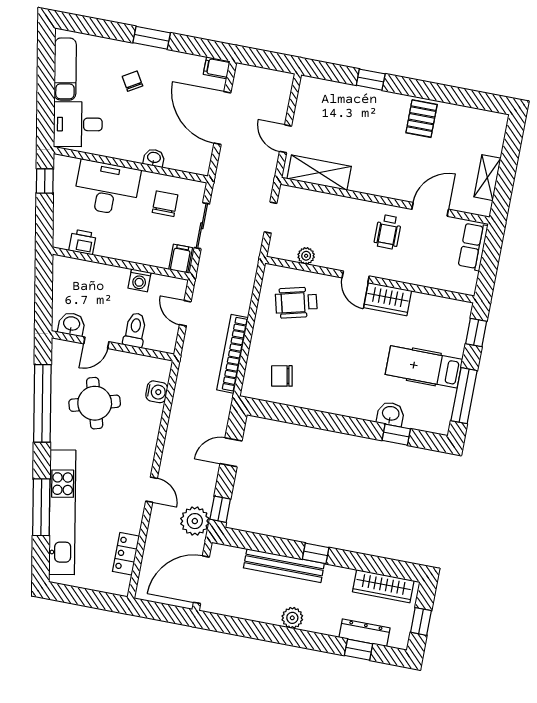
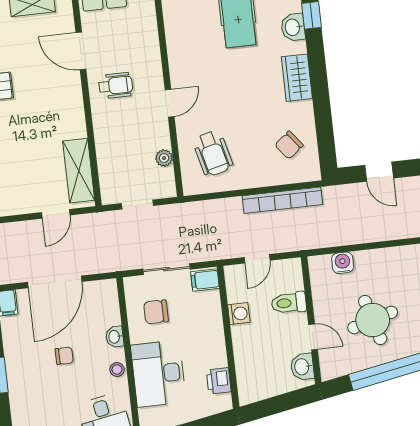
chair: (132, 81) -> (64, 356), moved, turned -149
stool: (123, 151) -> (117, 369), added
wardrobe: (388, 299) -> (297, 78), moved, turned 180
chair: (282, 376) -> (289, 145), turned 63

